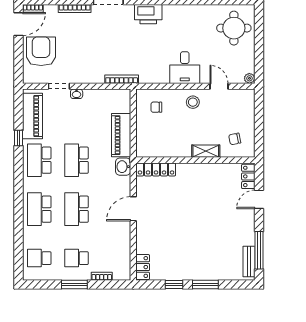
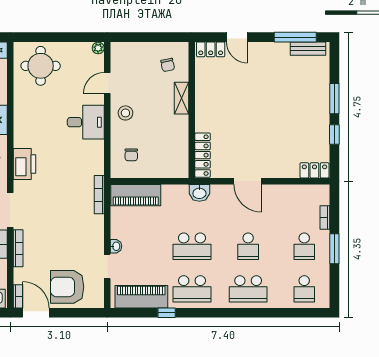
piano: (121, 135) -> (136, 195), moved
school desk: (77, 209) -> (248, 246), width x0.54

